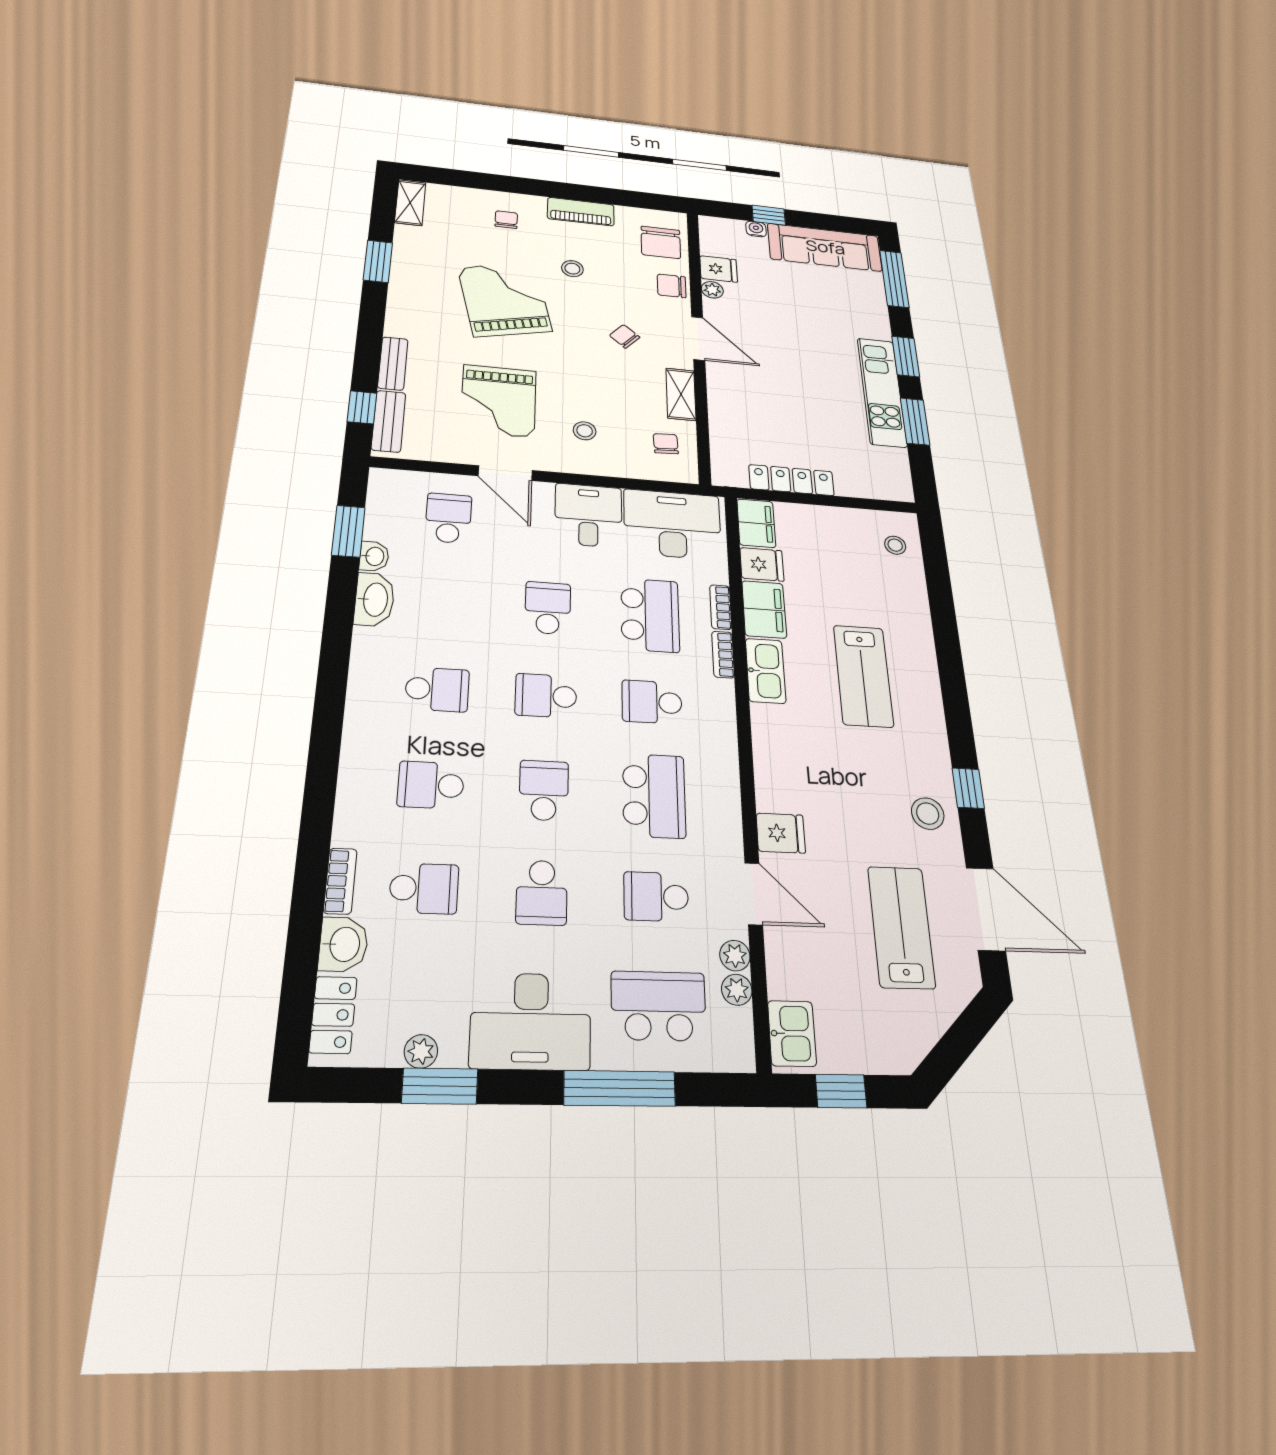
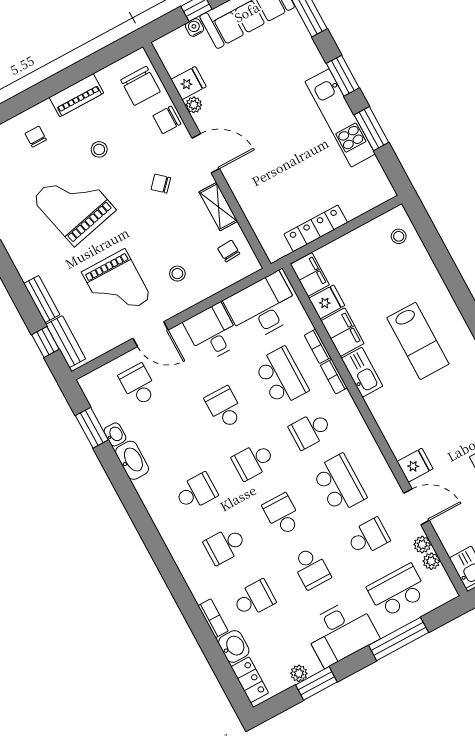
school desk: (656, 897) -> (368, 537), turned 180

